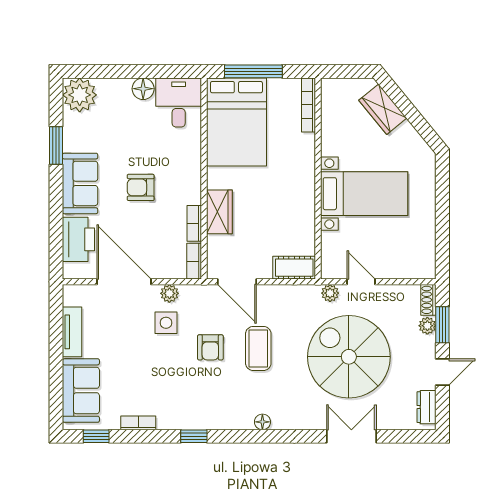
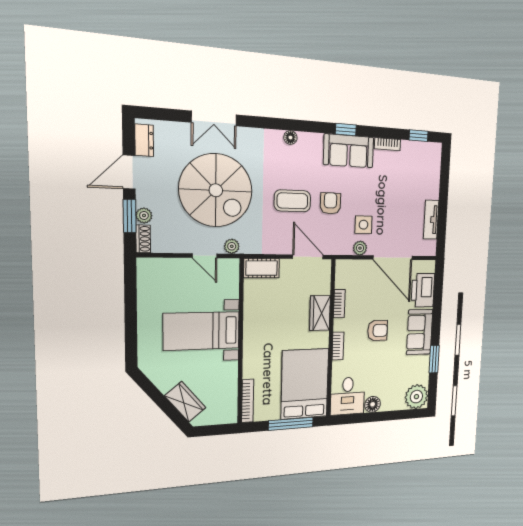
bookcase: (194, 261) -> (338, 346), moved
coffee table: (258, 348) -> (292, 201), turned 90
door: (442, 372) -> (129, 172), width x1.38
sofa: (81, 391) -> (349, 151), moved, turned -90

